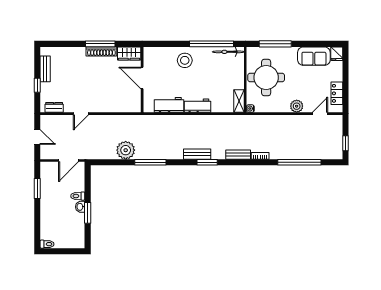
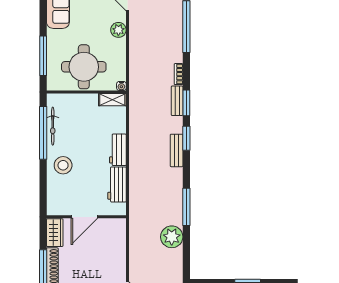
bicycle: (228, 52) -> (53, 126), moved
window: (236, 162) -> (186, 103), added

